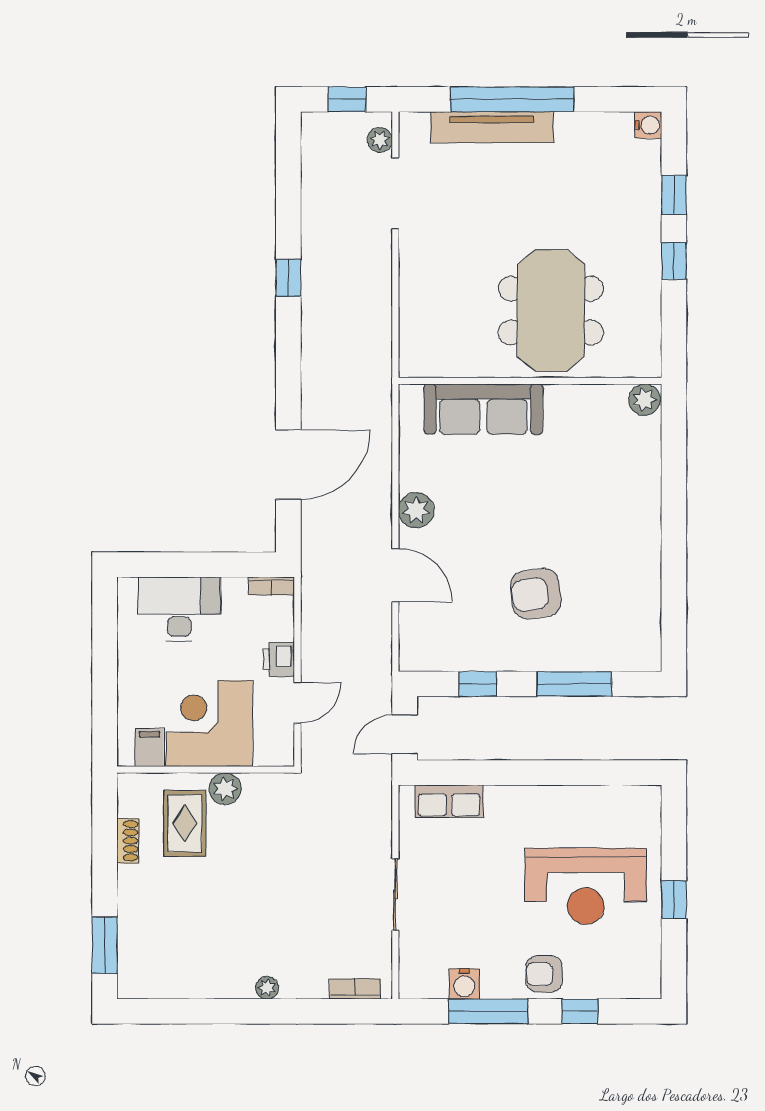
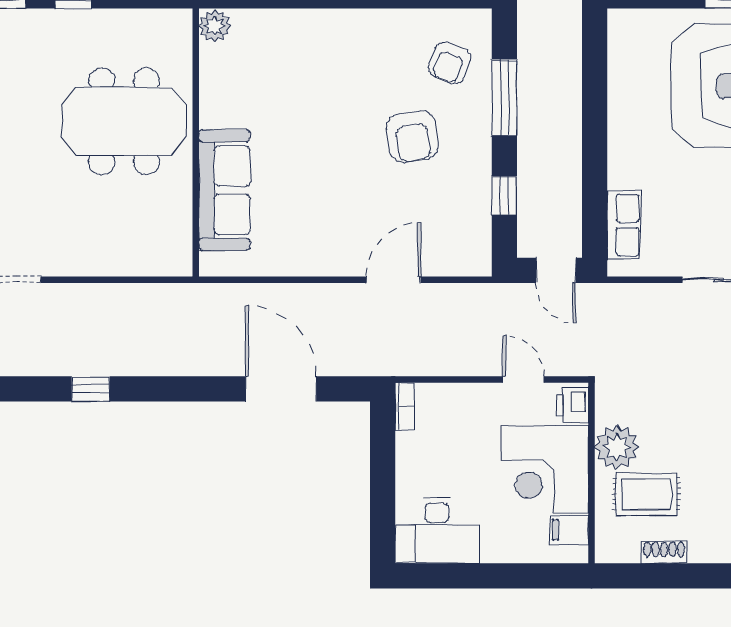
plant: (416, 510) -> (327, 258), removed
desk: (179, 609) -> (437, 530), moved, turned -90
armchair: (608, 630) -> (450, 63), added
printer: (279, 659) -> (572, 405), moved, turned 90
plant: (225, 789) -> (617, 447), width x1.36, depth x1.36

